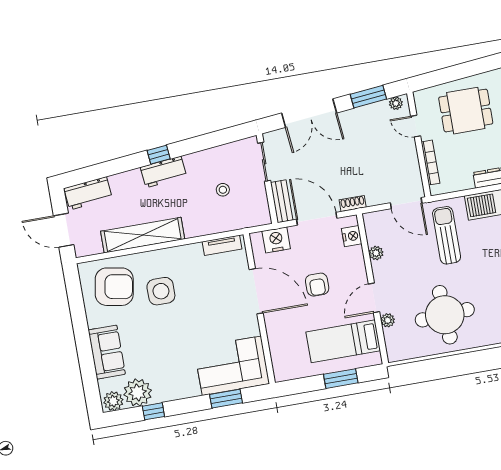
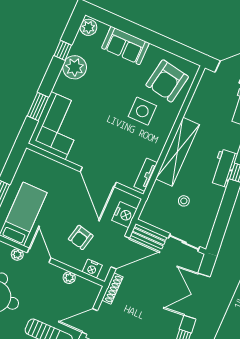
shoe rack: (353, 204) -> (112, 288), width x1.43
shelving: (143, 235) -> (177, 152), moved
armchair: (317, 285) -> (81, 237), moved, turned -77
door: (256, 291) -> (98, 177), hinge flipped
plant: (138, 393) -> (75, 67), moved

